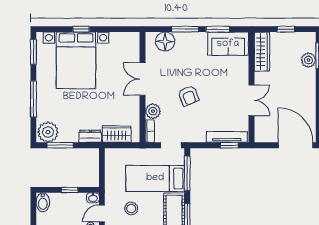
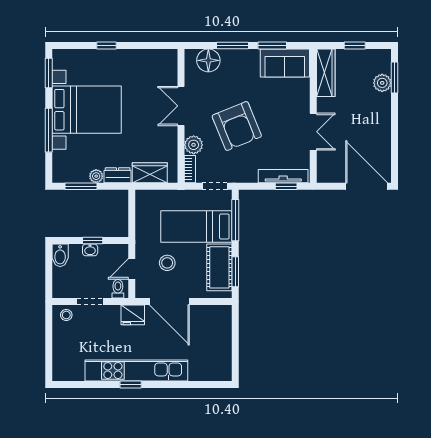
bed with nightstands: (76, 60) -> (87, 110), moved, turned -90
armchair: (189, 96) -> (237, 126), width x1.88, depth x1.88
plant: (48, 132) -> (96, 176), moved, width x0.53, depth x0.53
washbasin: (93, 198) -> (90, 250), moved

